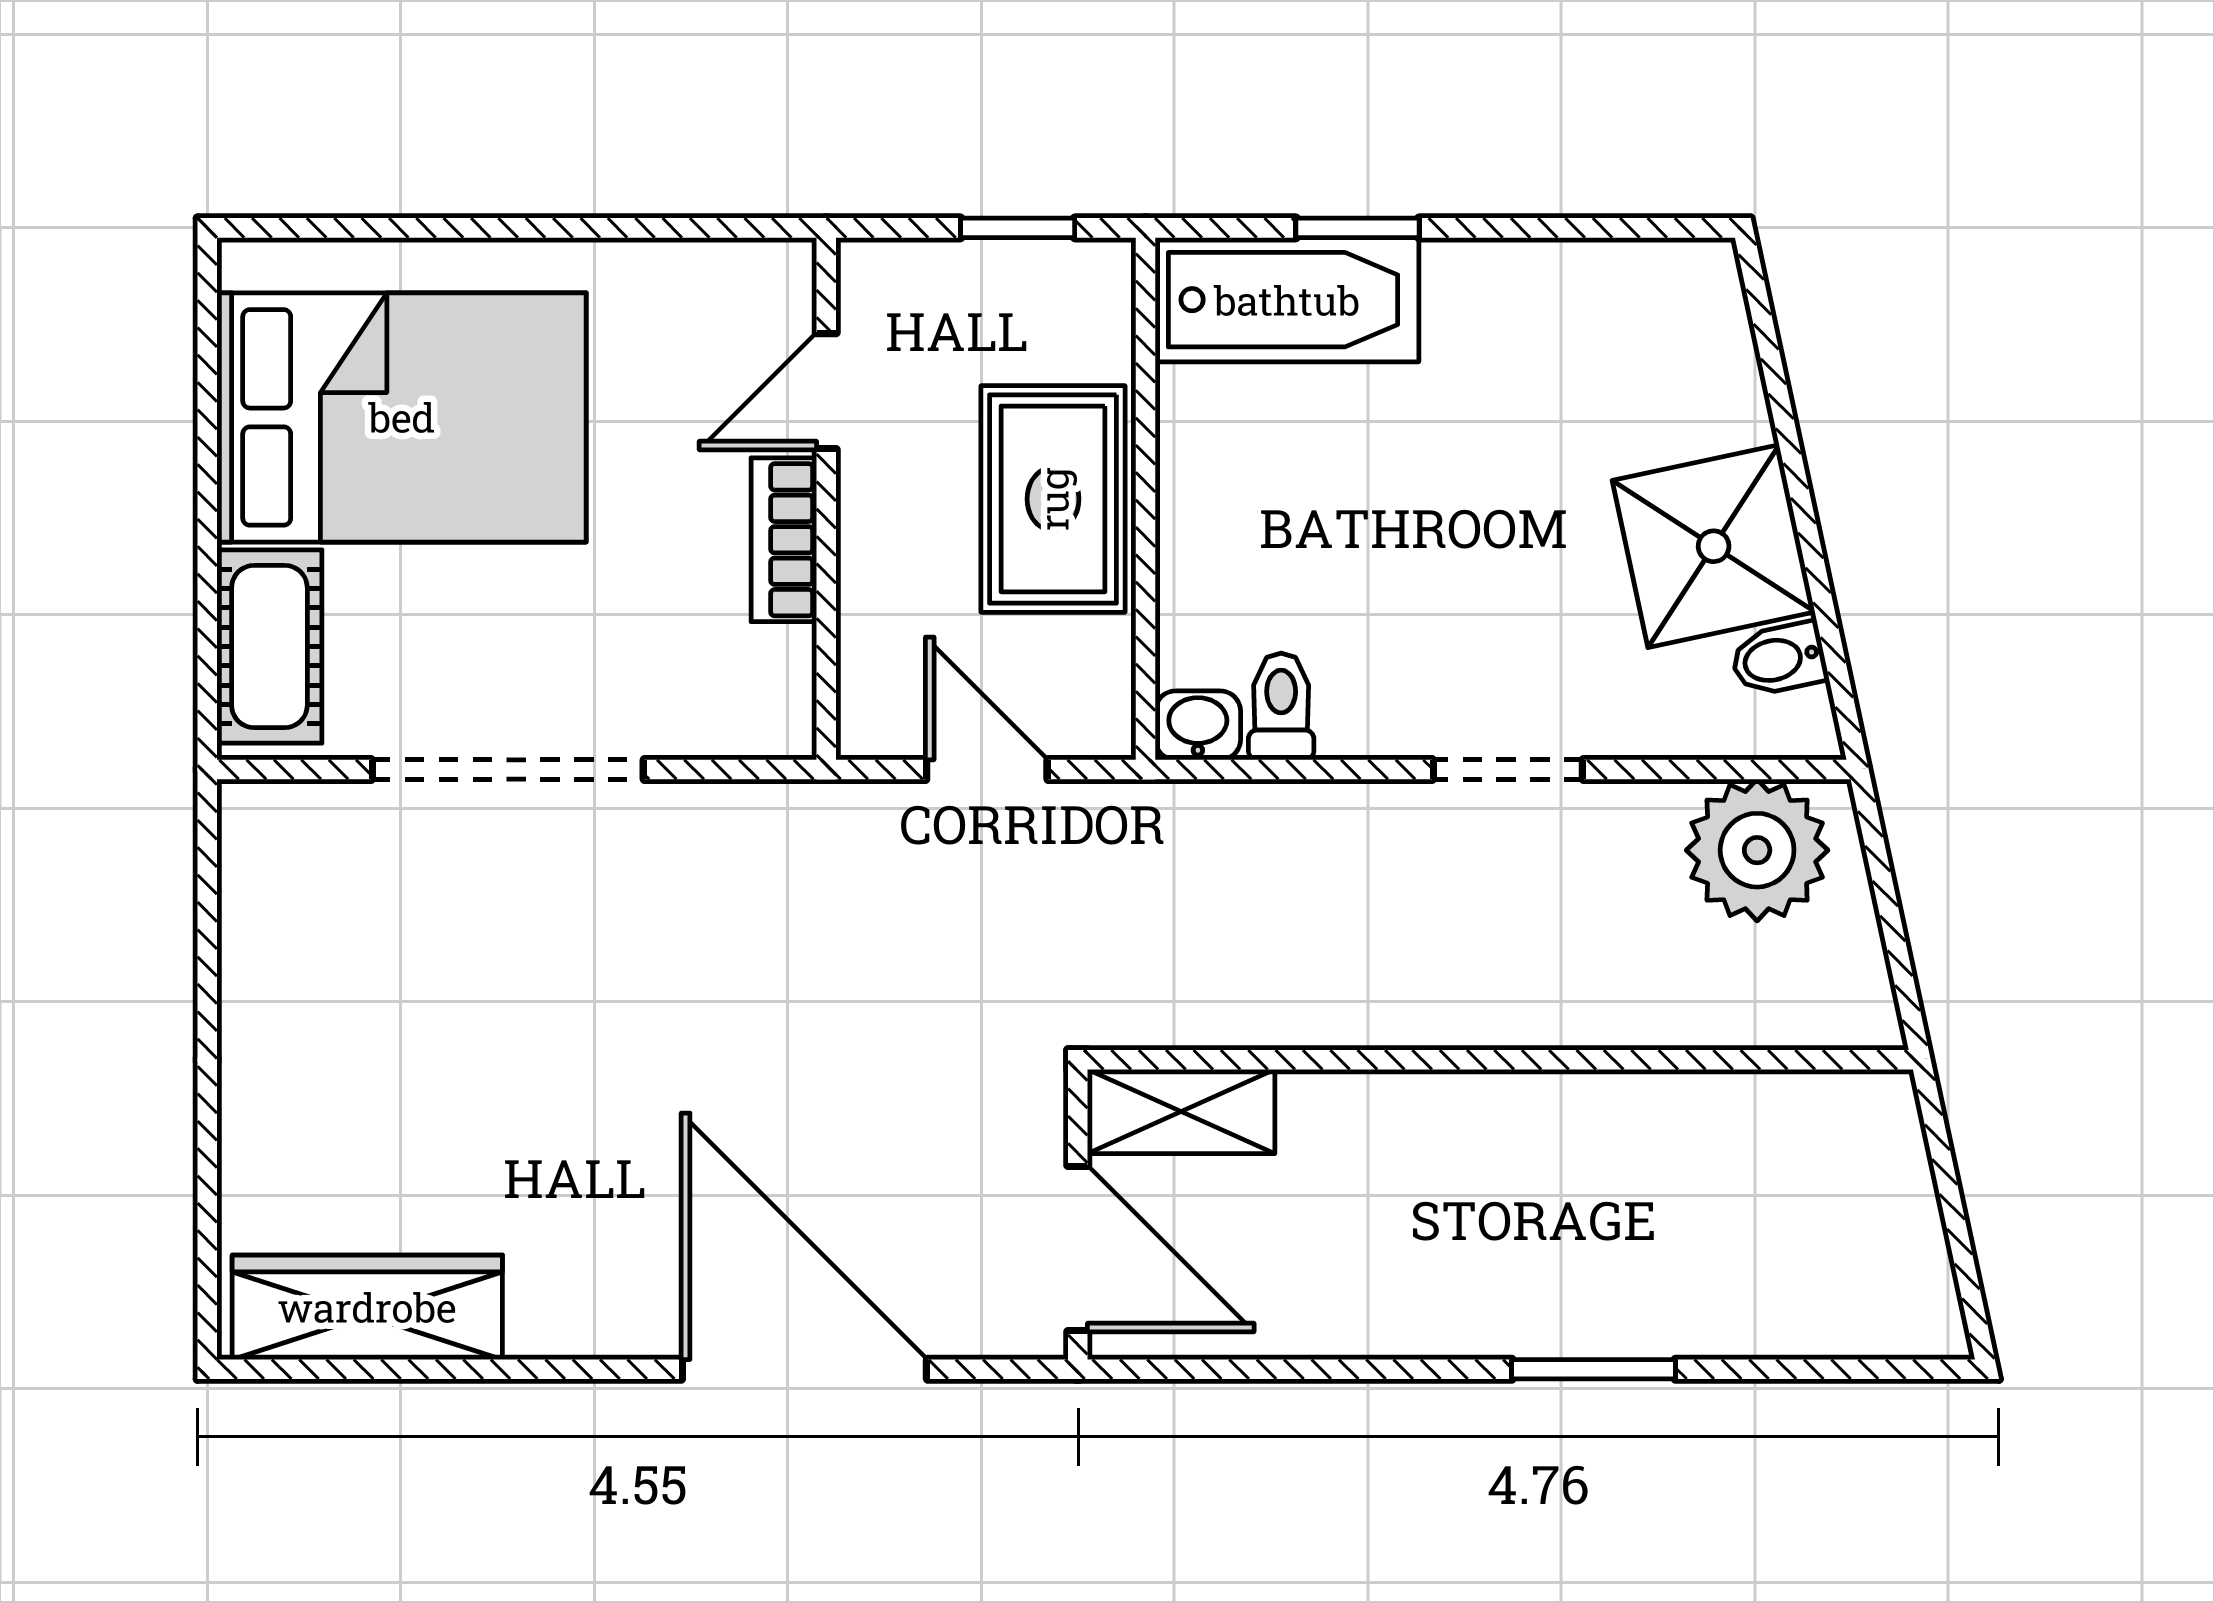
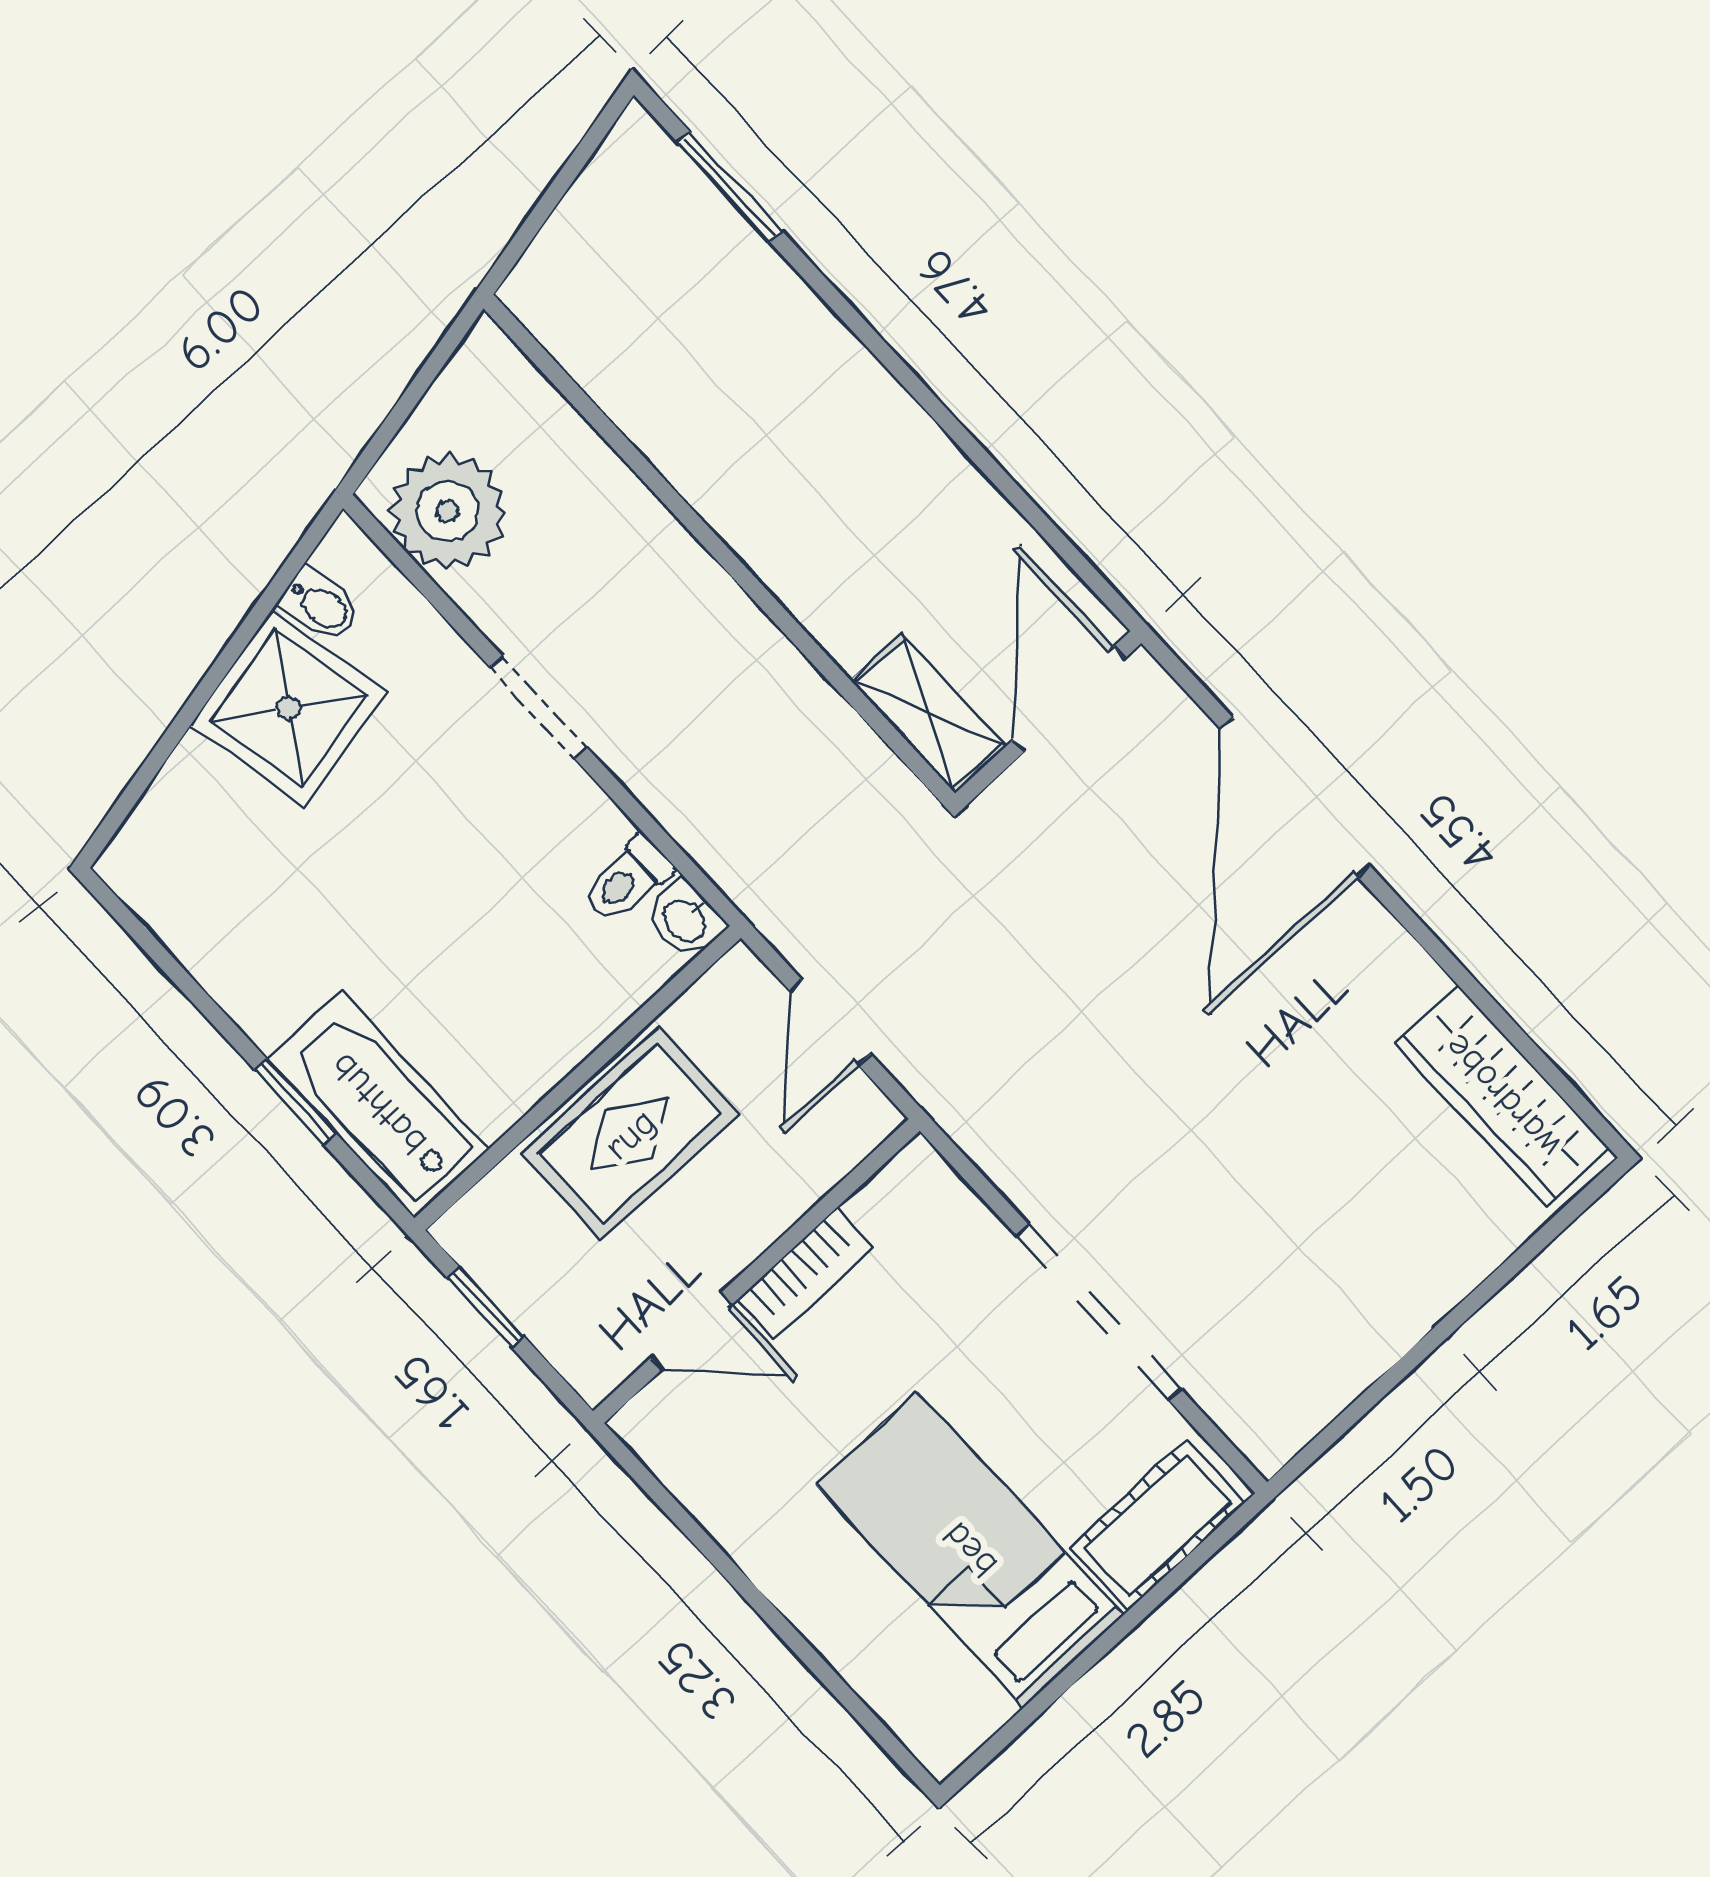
bed: (402, 417) -> (970, 1550), width x0.67
window: (1594, 1369) -> (730, 187), moved

